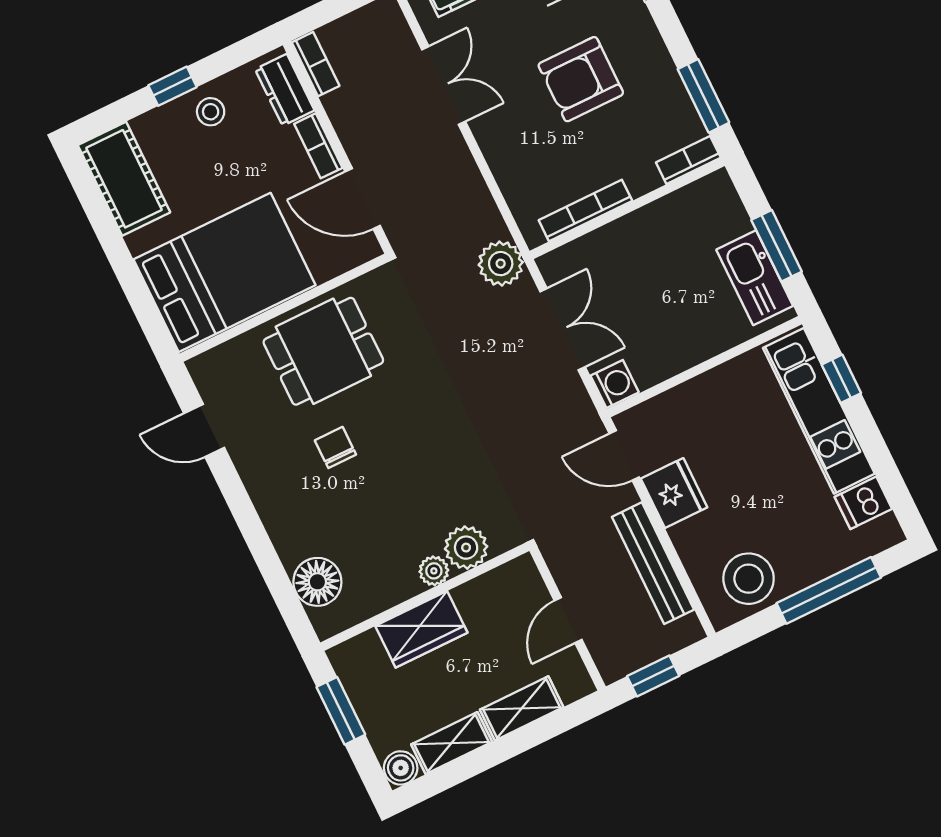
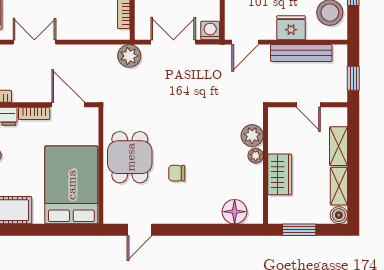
door: (363, 199) -> (68, 105), swing flipped
fridge: (674, 493) -> (291, 28), moved

